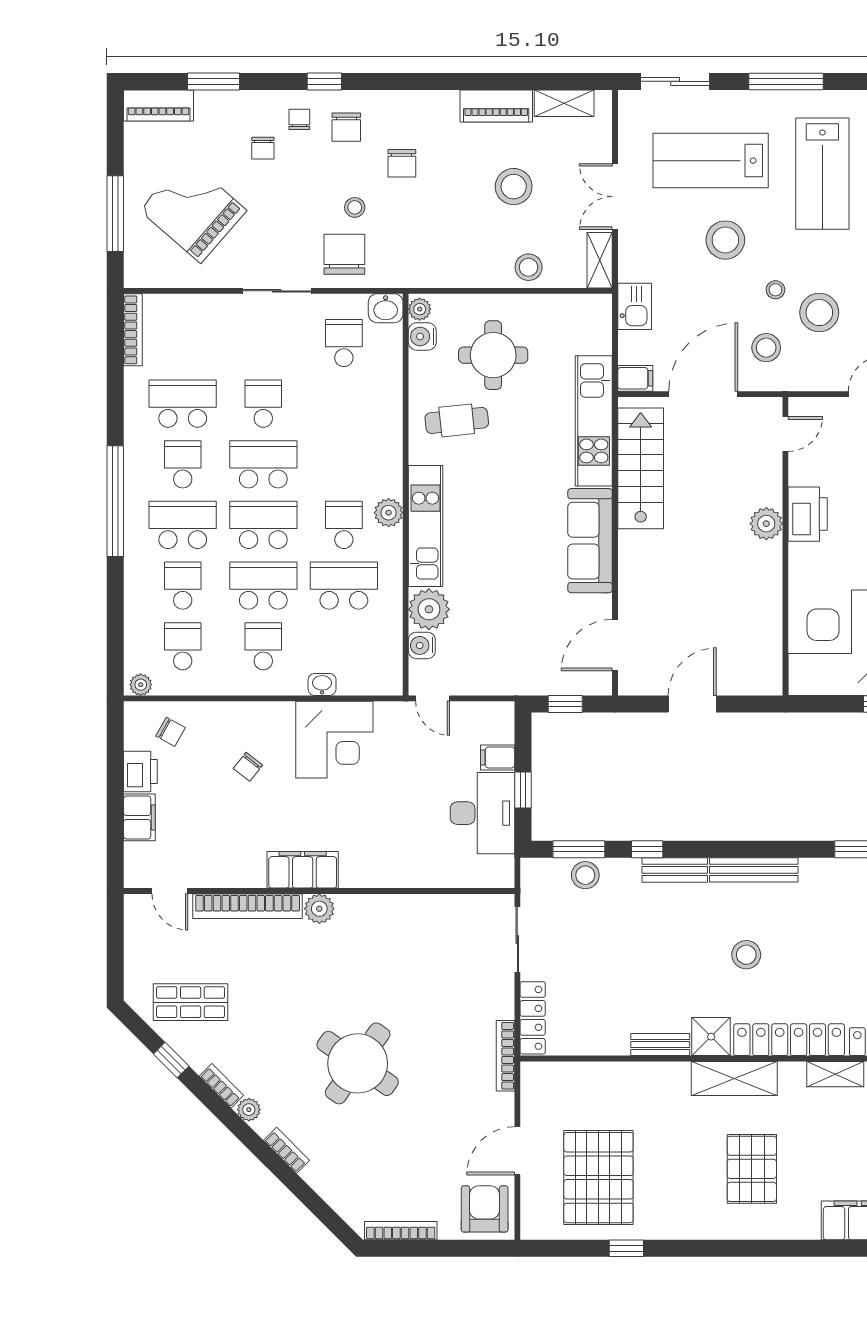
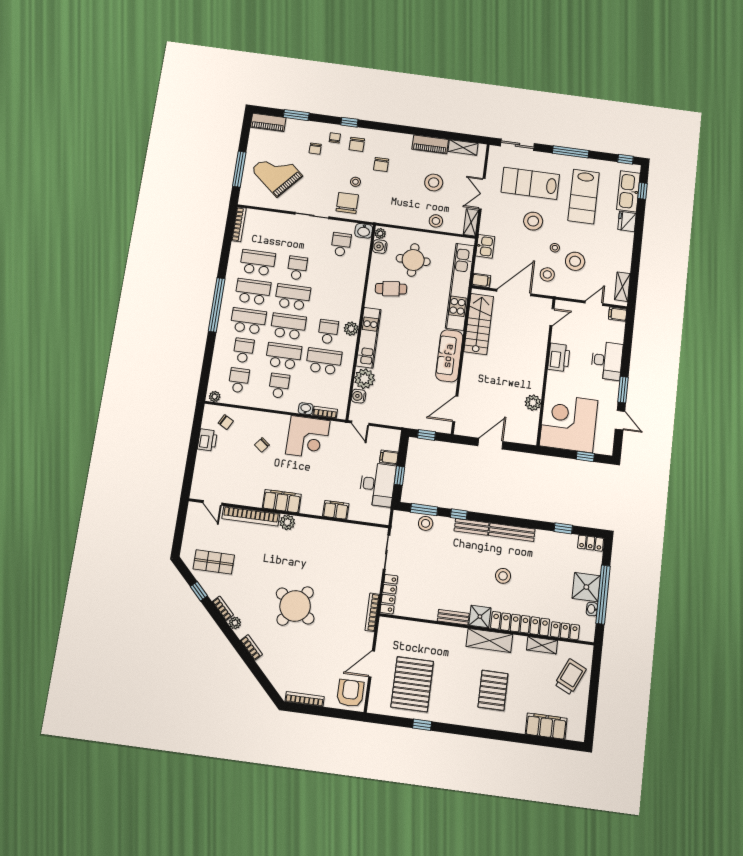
kitchen unit: (594, 421) -> (460, 287), width x1.36
school desk: (183, 464) -> (253, 292), width x1.85
plant: (766, 524) -> (533, 403), moved
bookcase: (361, 686) -> (325, 412), added
filing cabinet: (139, 817) -> (336, 510), moved, turned -90

